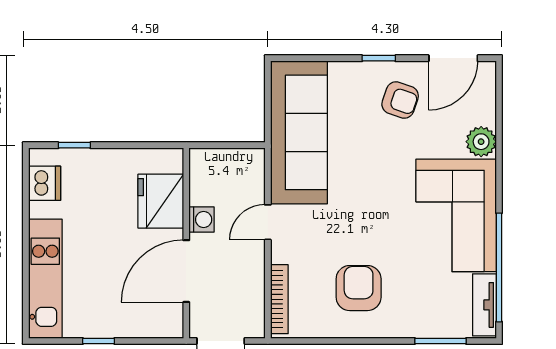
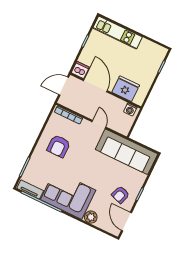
dishwasher: (45, 183) -> (80, 70), moved, turned 180
washing machine: (202, 219) -> (130, 109), moved
armchair: (359, 288) -> (59, 146), turned 90

